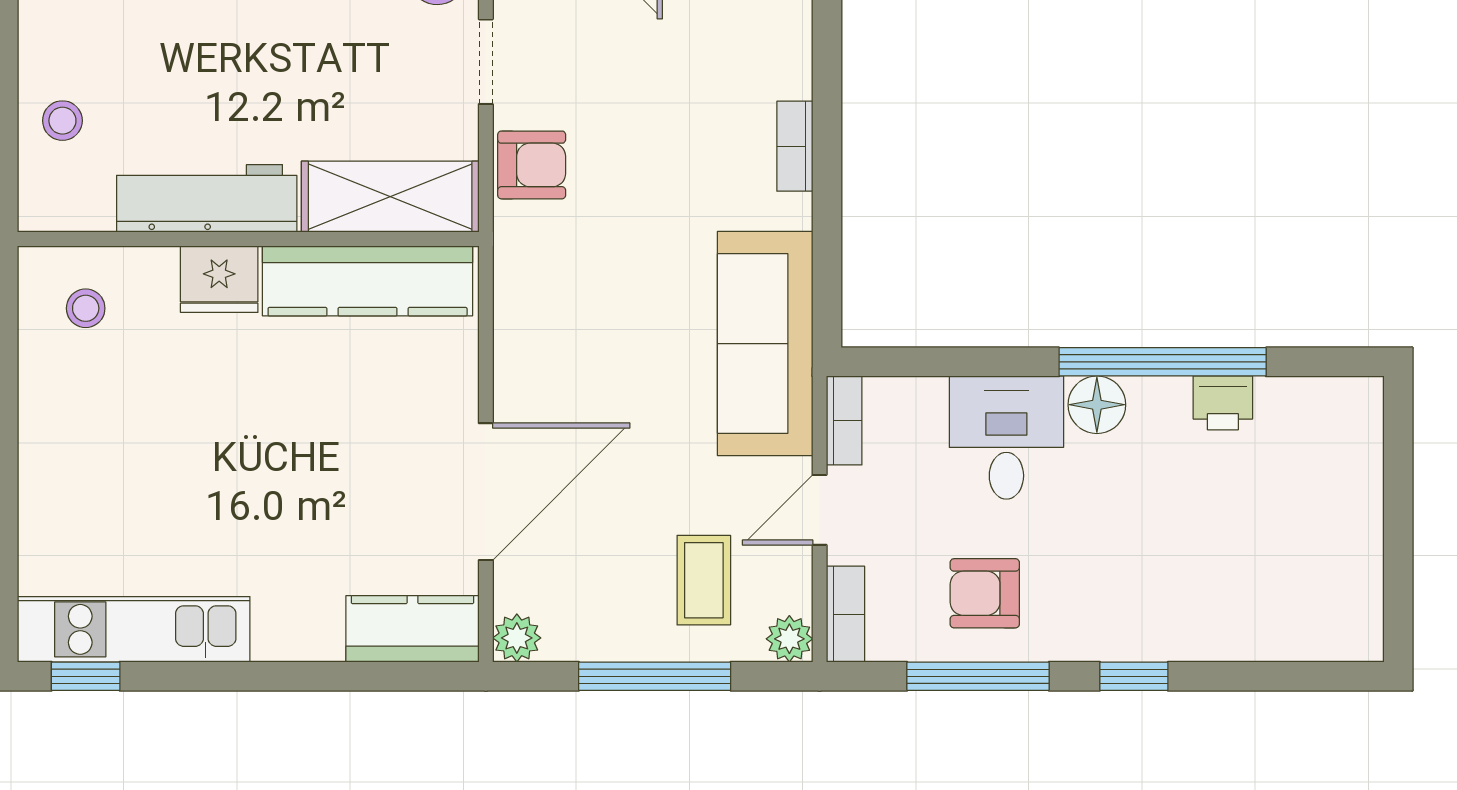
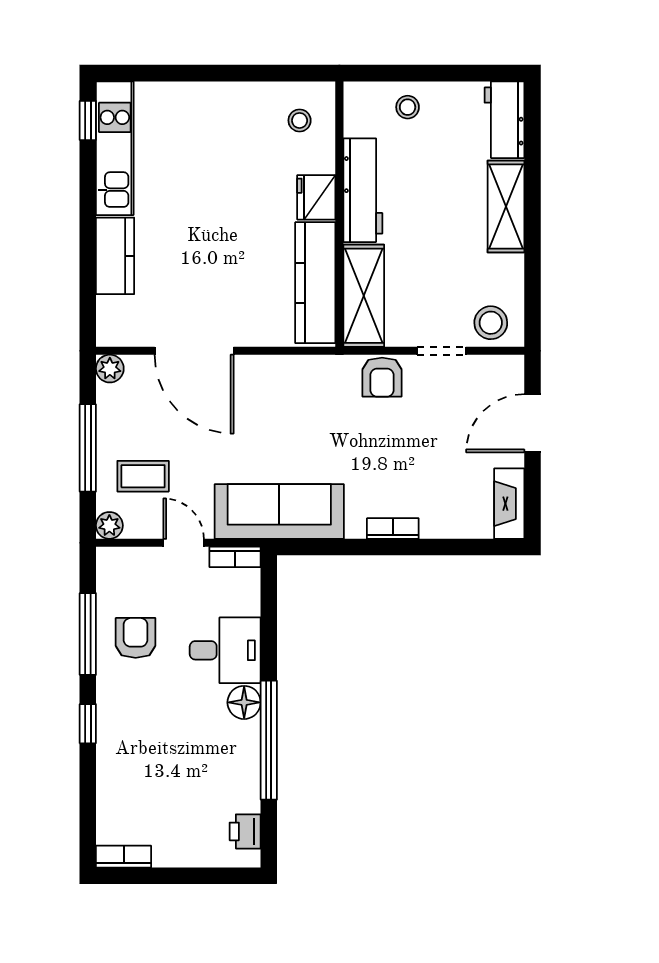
printer: (1223, 403) -> (245, 831), moved
bookcase: (846, 614) -> (124, 857), moved, turned 180
kitchen counter: (412, 629) -> (115, 256), moved

